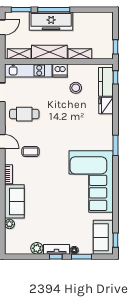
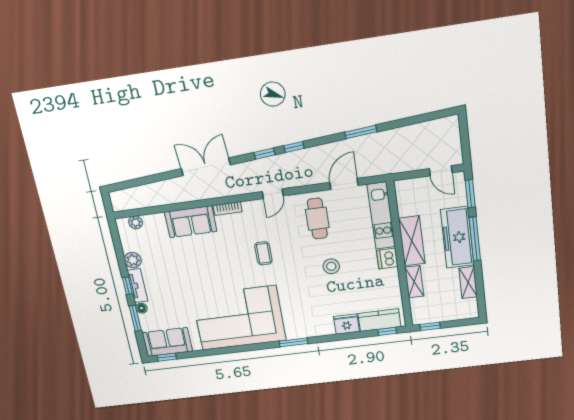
shelving: (19, 54) -> (468, 283), moved
stool: (76, 88) -> (331, 266), moved
coffee table: (30, 152) -> (263, 253), moved
plant: (9, 224) -> (136, 222), moved

